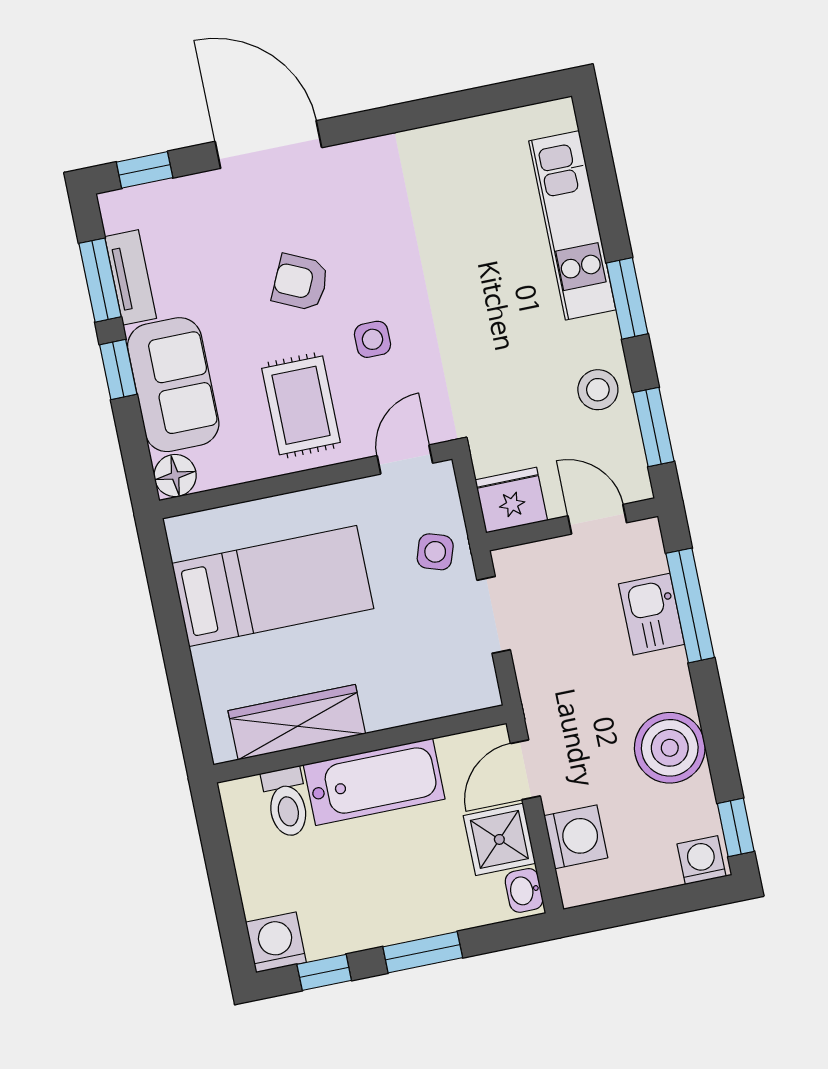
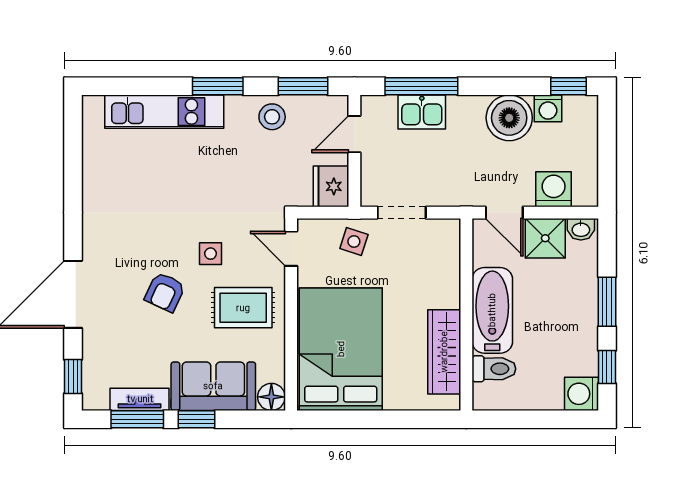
bed: (273, 586) -> (341, 349), width x1.50
washing machine: (702, 860) -> (548, 108), moved, turned -90

